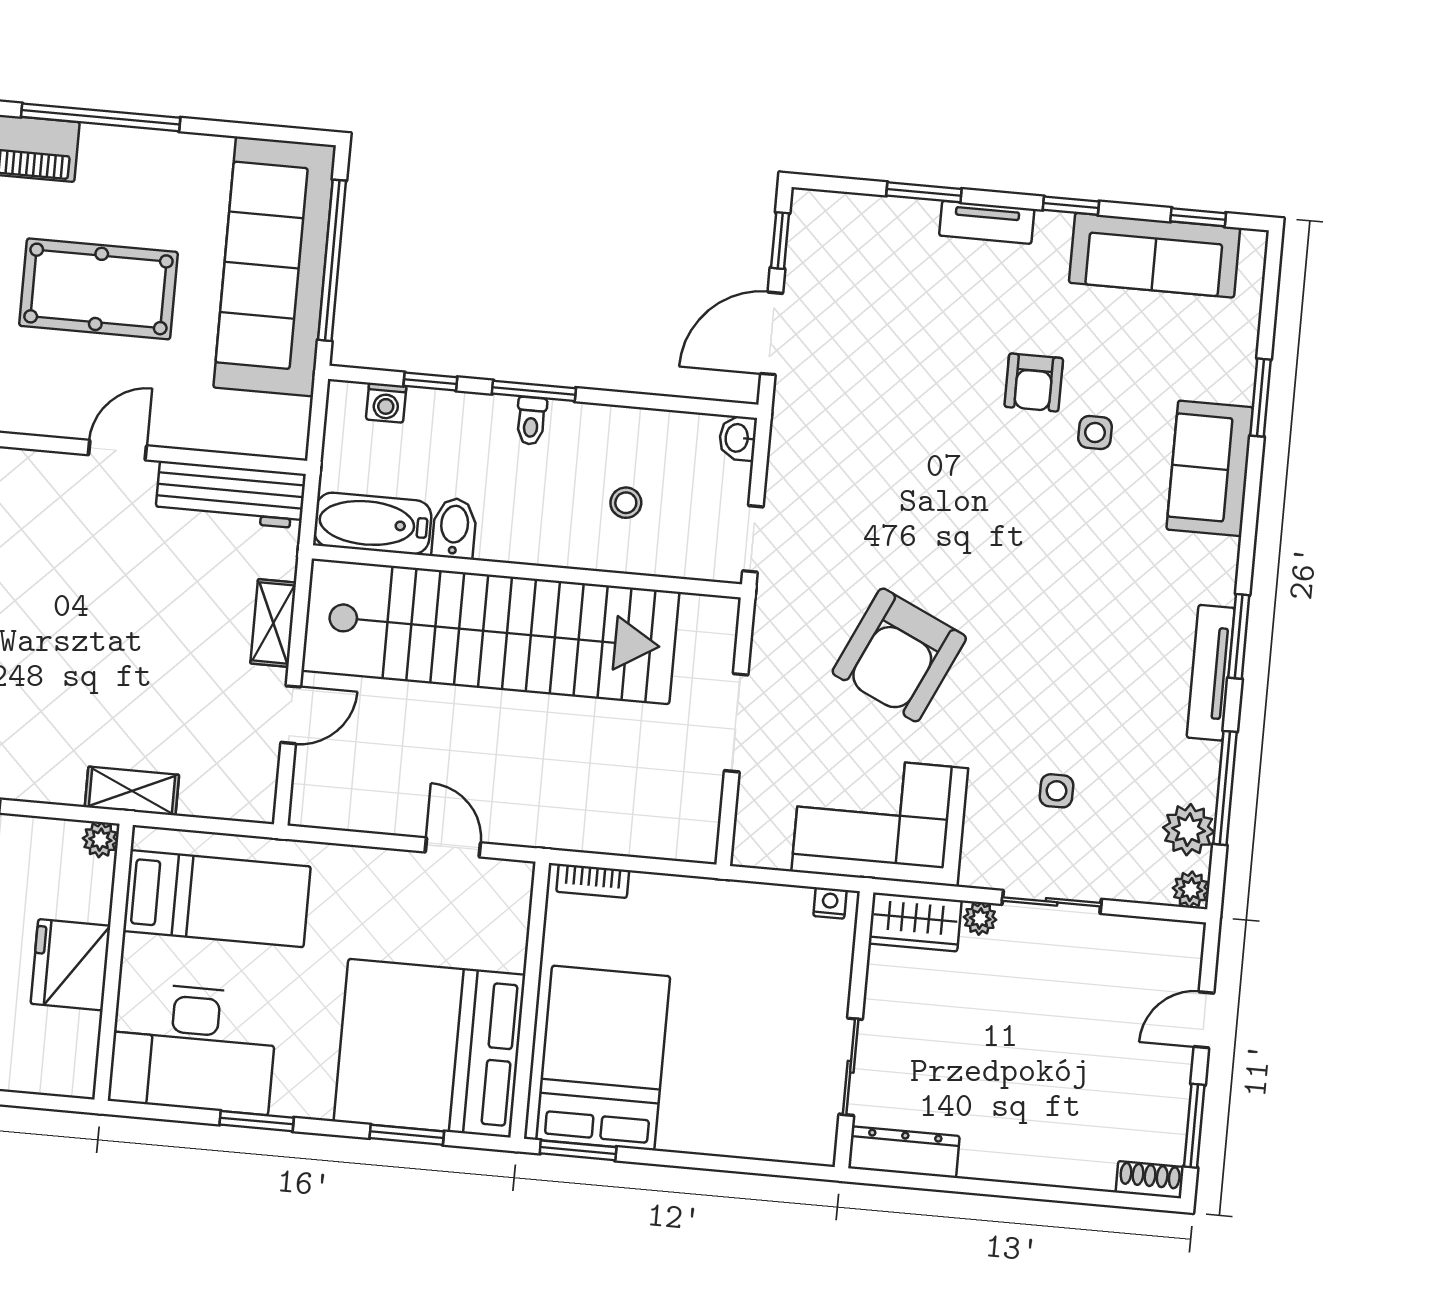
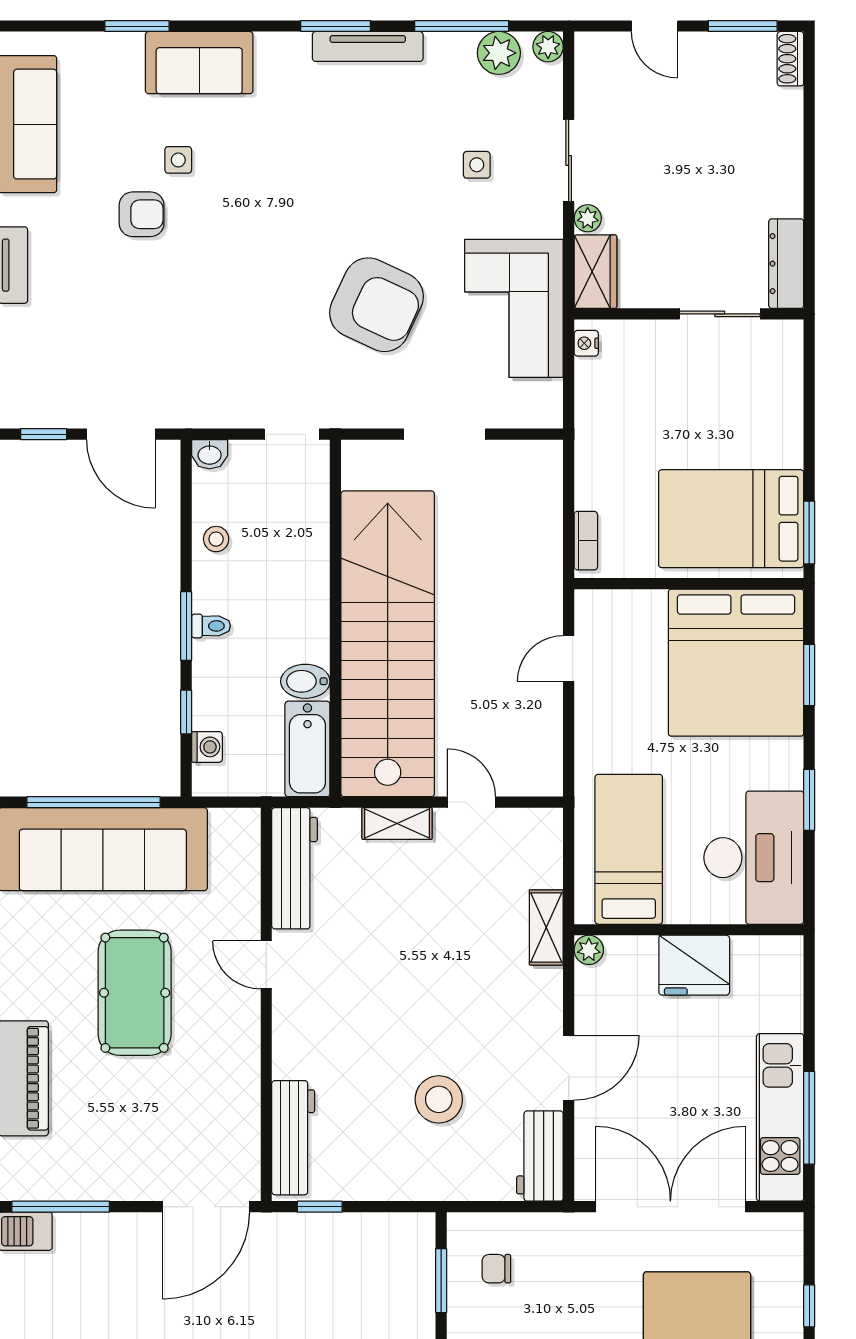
stool: (626, 503) -> (216, 539), moved

